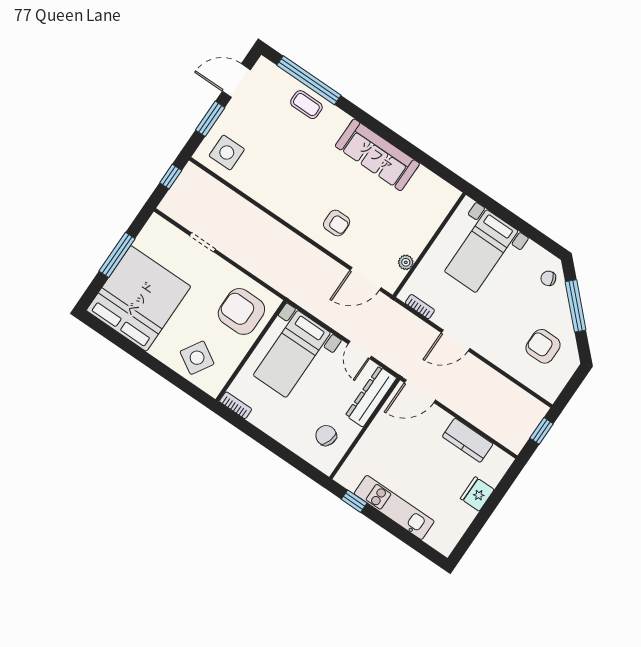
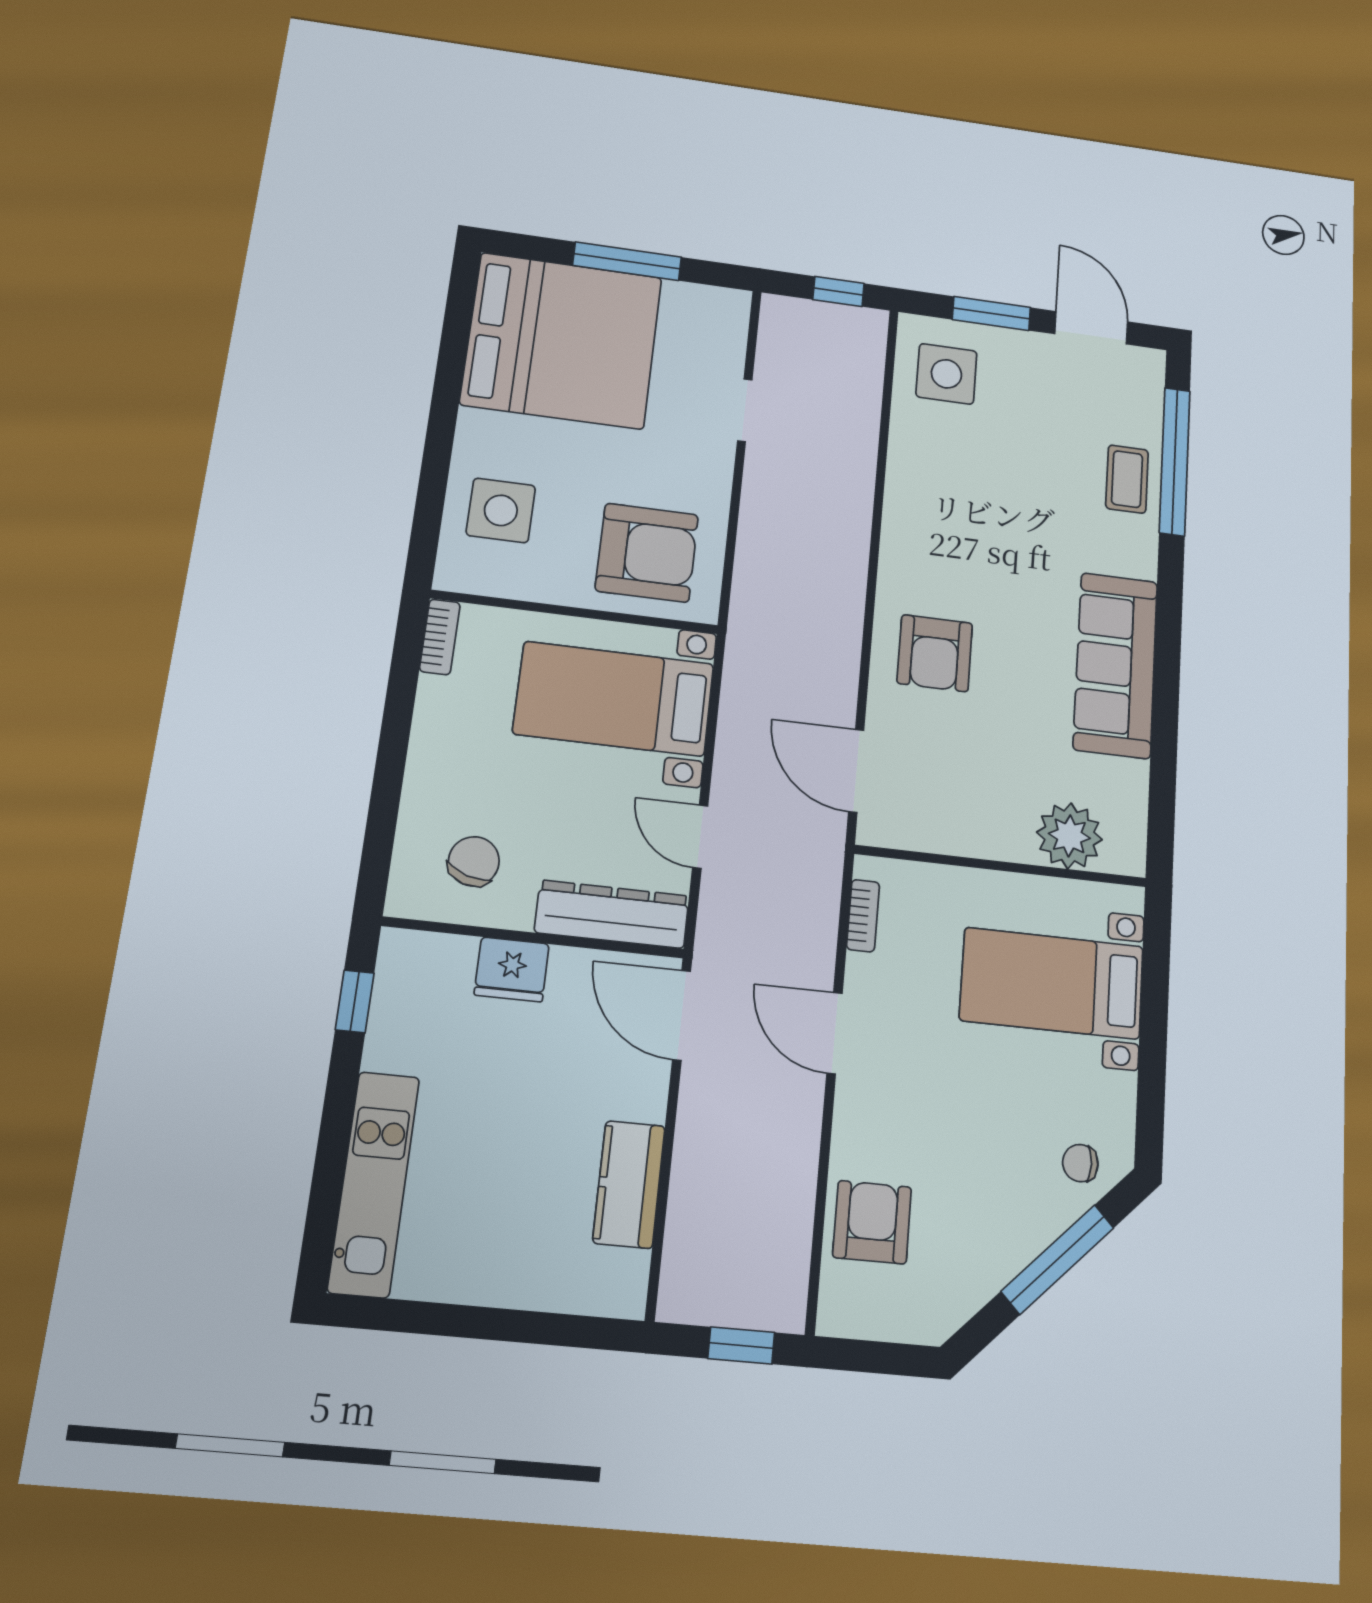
armchair: (337, 223) -> (935, 653), width x1.38, depth x1.38
plant: (406, 262) -> (1069, 836), moved, width x1.88, depth x1.88
chair: (548, 278) -> (1080, 1163), turned -69
armchair: (241, 311) -> (647, 553), turned 90
armchair: (543, 346) -> (872, 1222), moved
door: (360, 350) -> (700, 837), hinge flipped
side table: (197, 358) -> (501, 510), turned -31
fridge: (477, 494) -> (512, 969), moved, turned 180
kitchen unit: (394, 507) -> (374, 1184), moved

